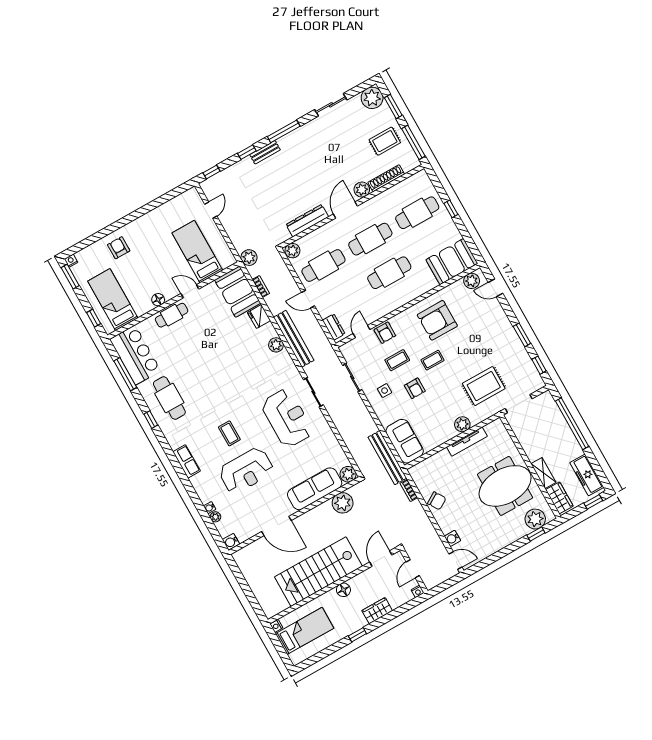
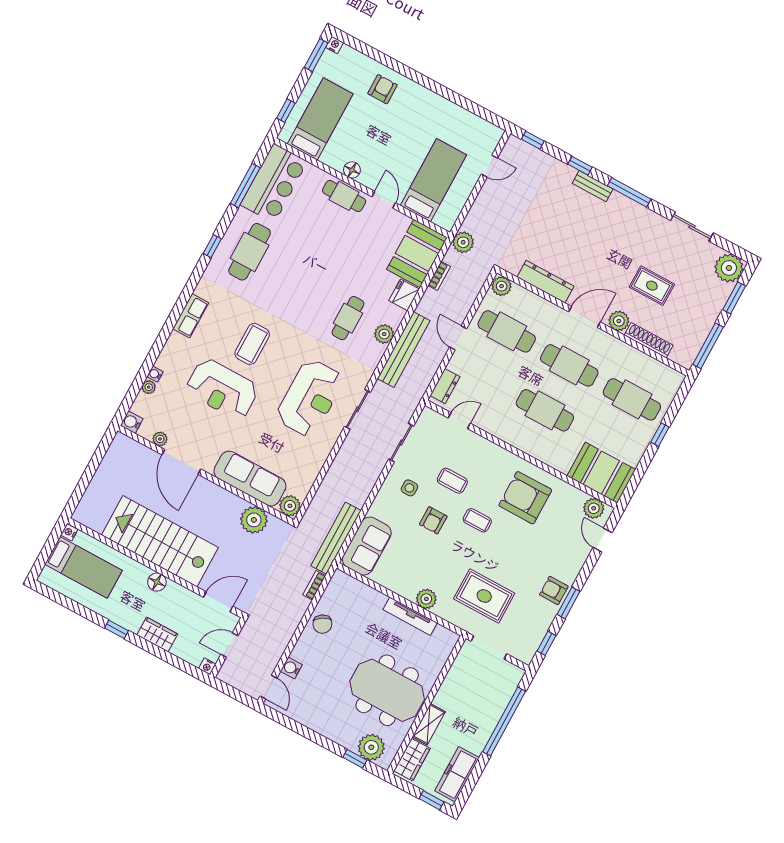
rug: (385, 141) -> (652, 286), moved
armchair: (385, 333) -> (554, 590), moved, turned 90
cafe table: (251, 362) -> (348, 318), added
coffee table: (229, 433) -> (252, 344), width x1.36, depth x1.30
plant: (253, 530) -> (160, 439), added

